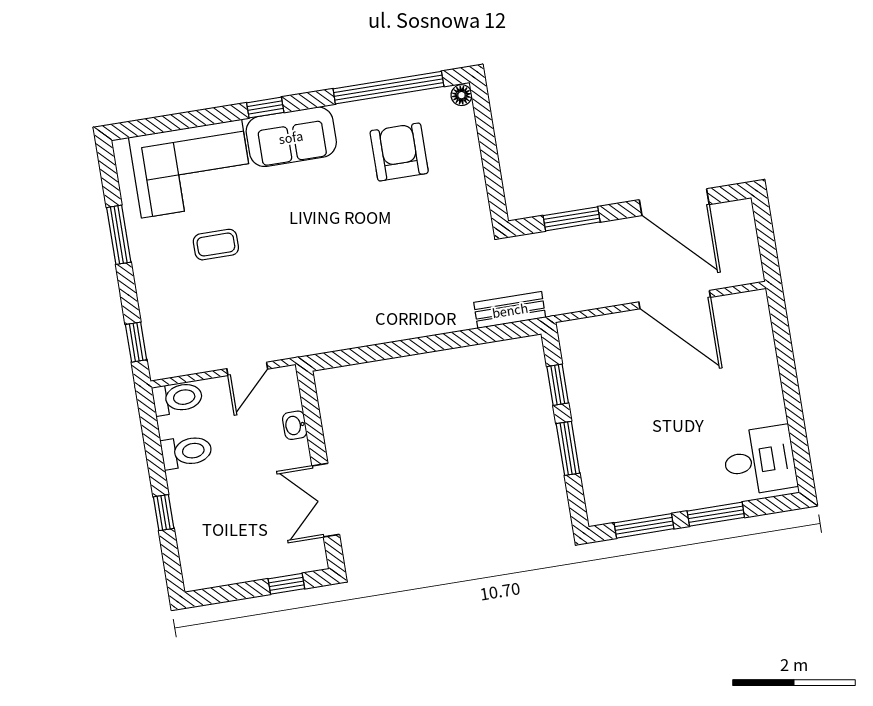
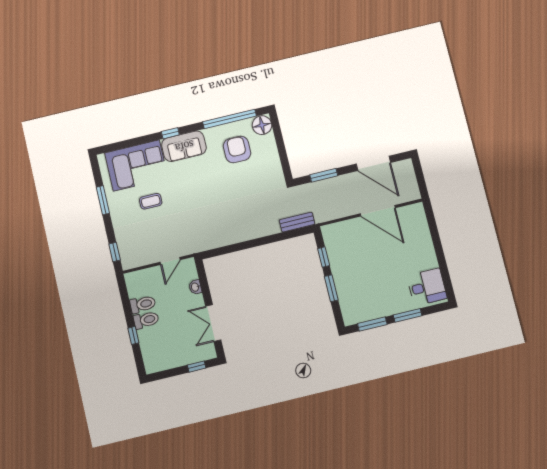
floor lamp: (461, 95) -> (262, 125), width x1.89, depth x1.89
toilet: (177, 398) -> (146, 320), moved

